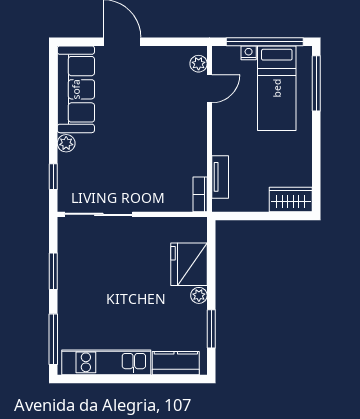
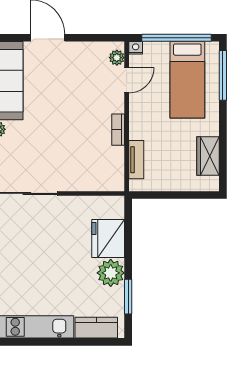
nightstand: (249, 53) -> (136, 48), moved
bookcase: (200, 194) -> (118, 130), moved
wardrobe: (291, 199) -> (208, 156), moved, turned -90
plant: (199, 295) -> (111, 273), width x1.88, depth x1.88

